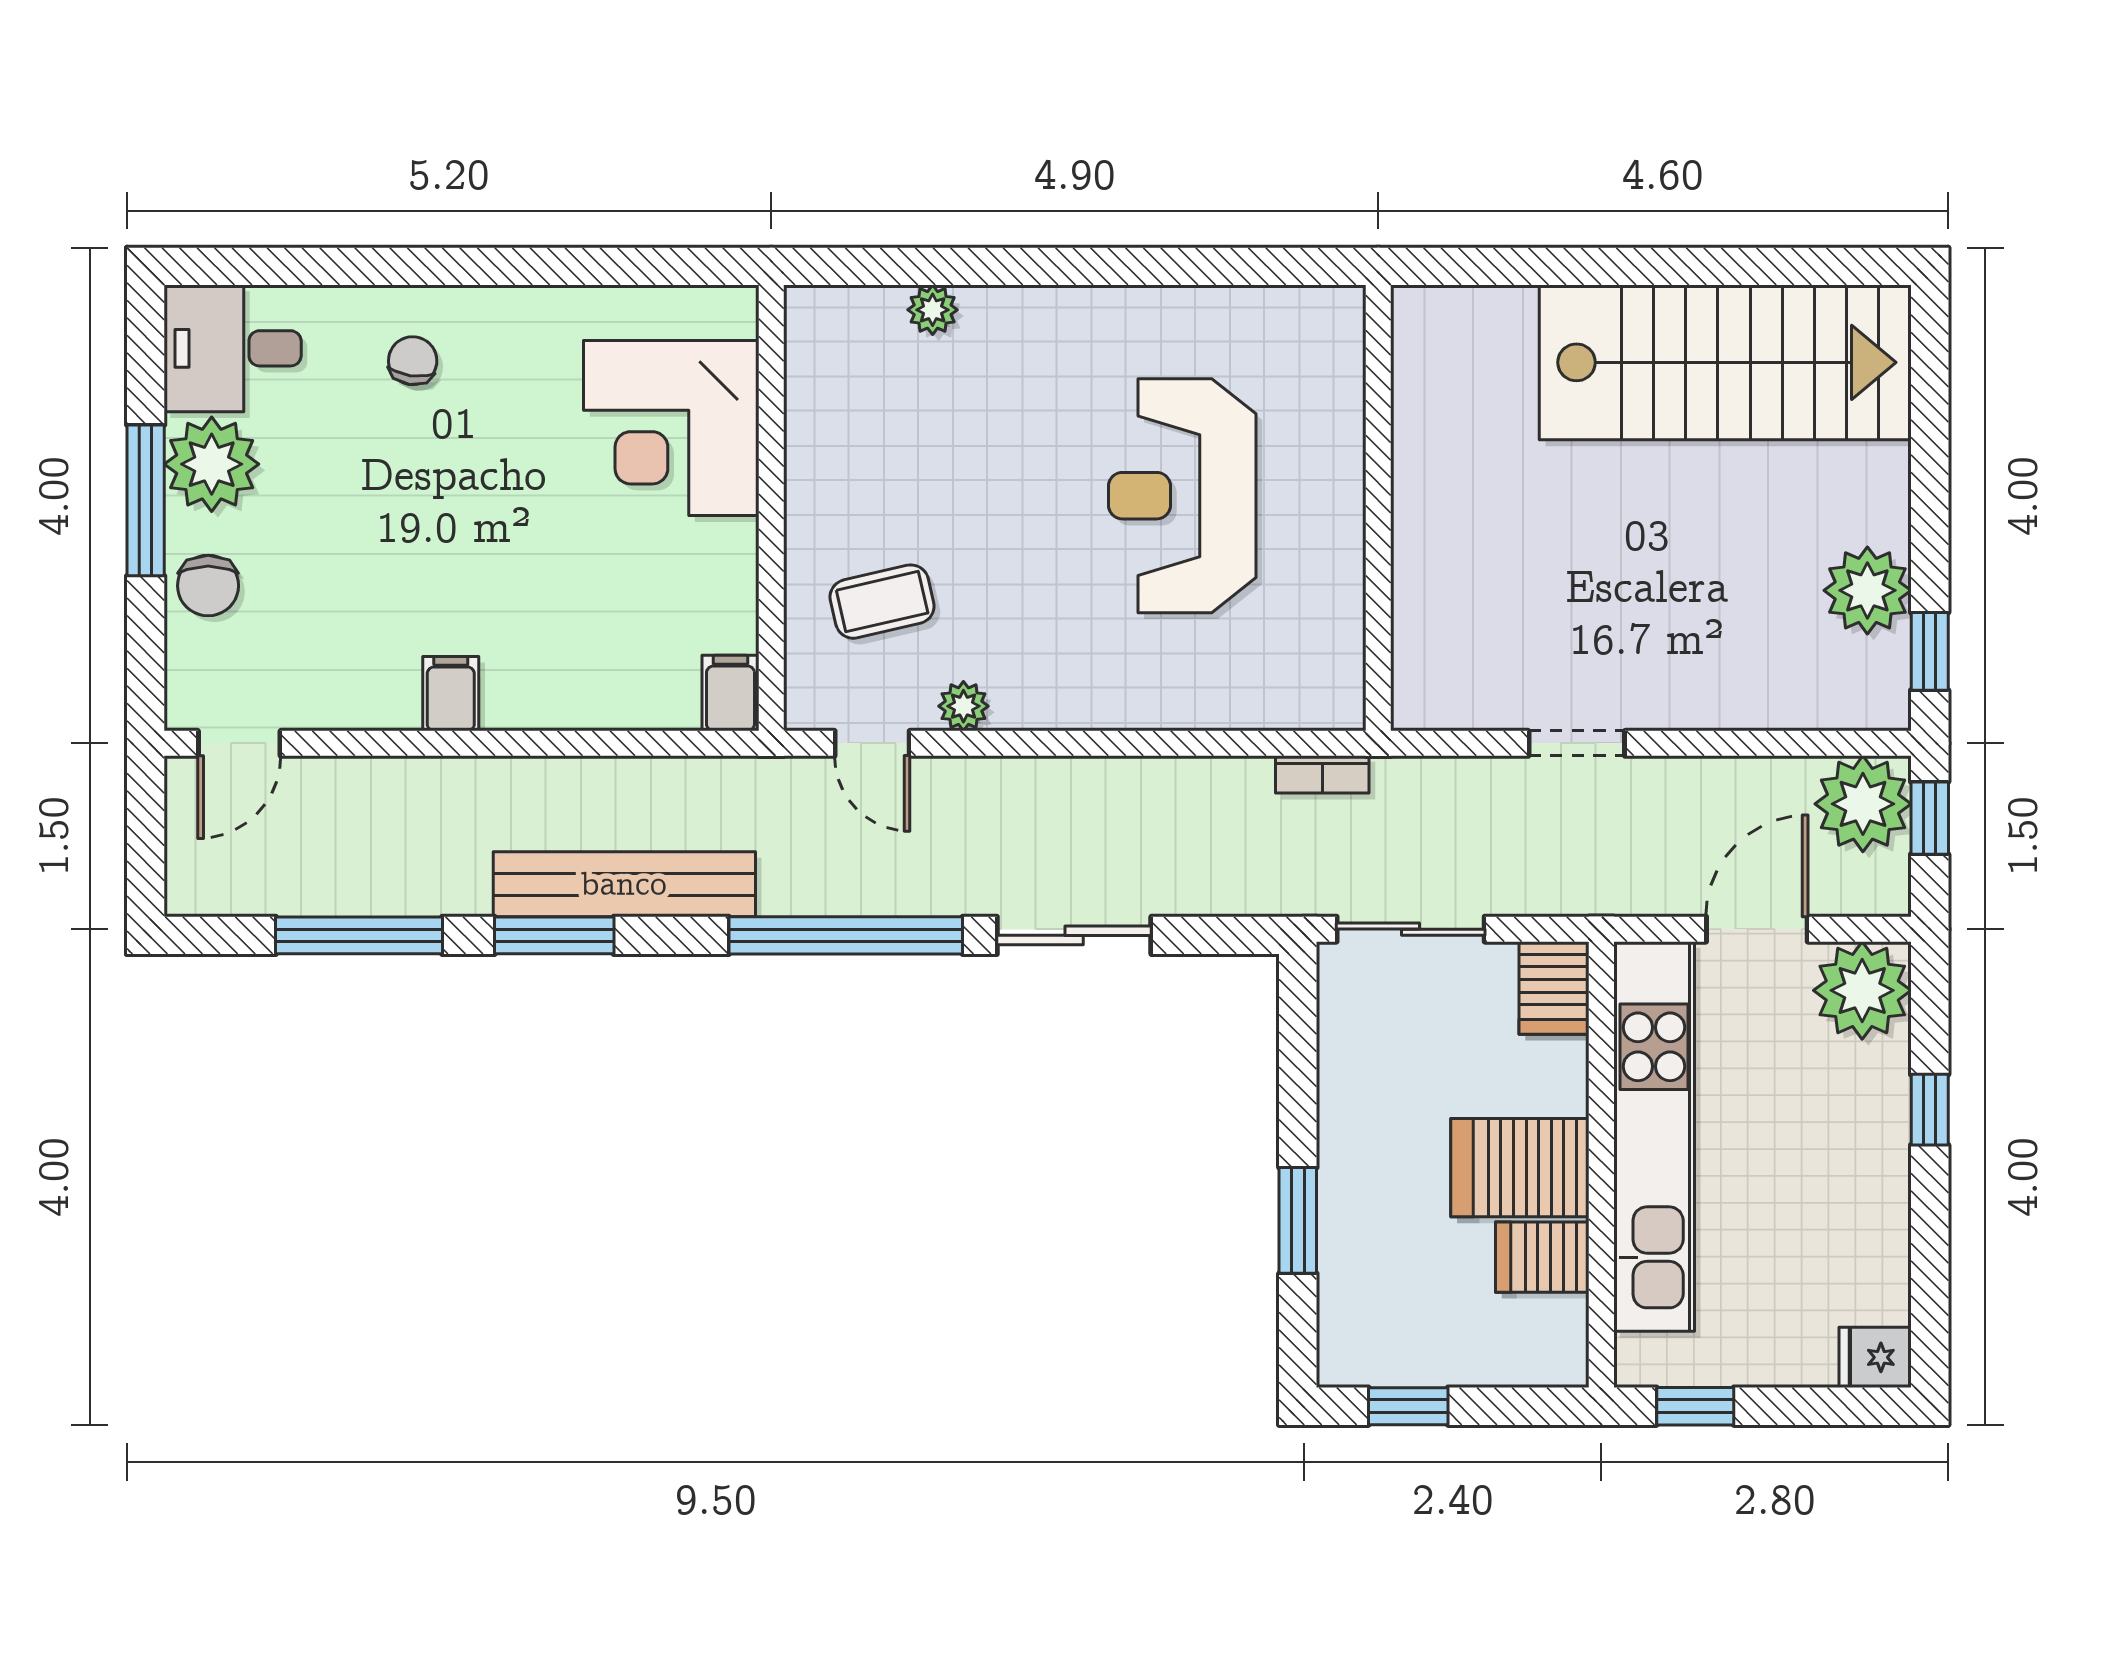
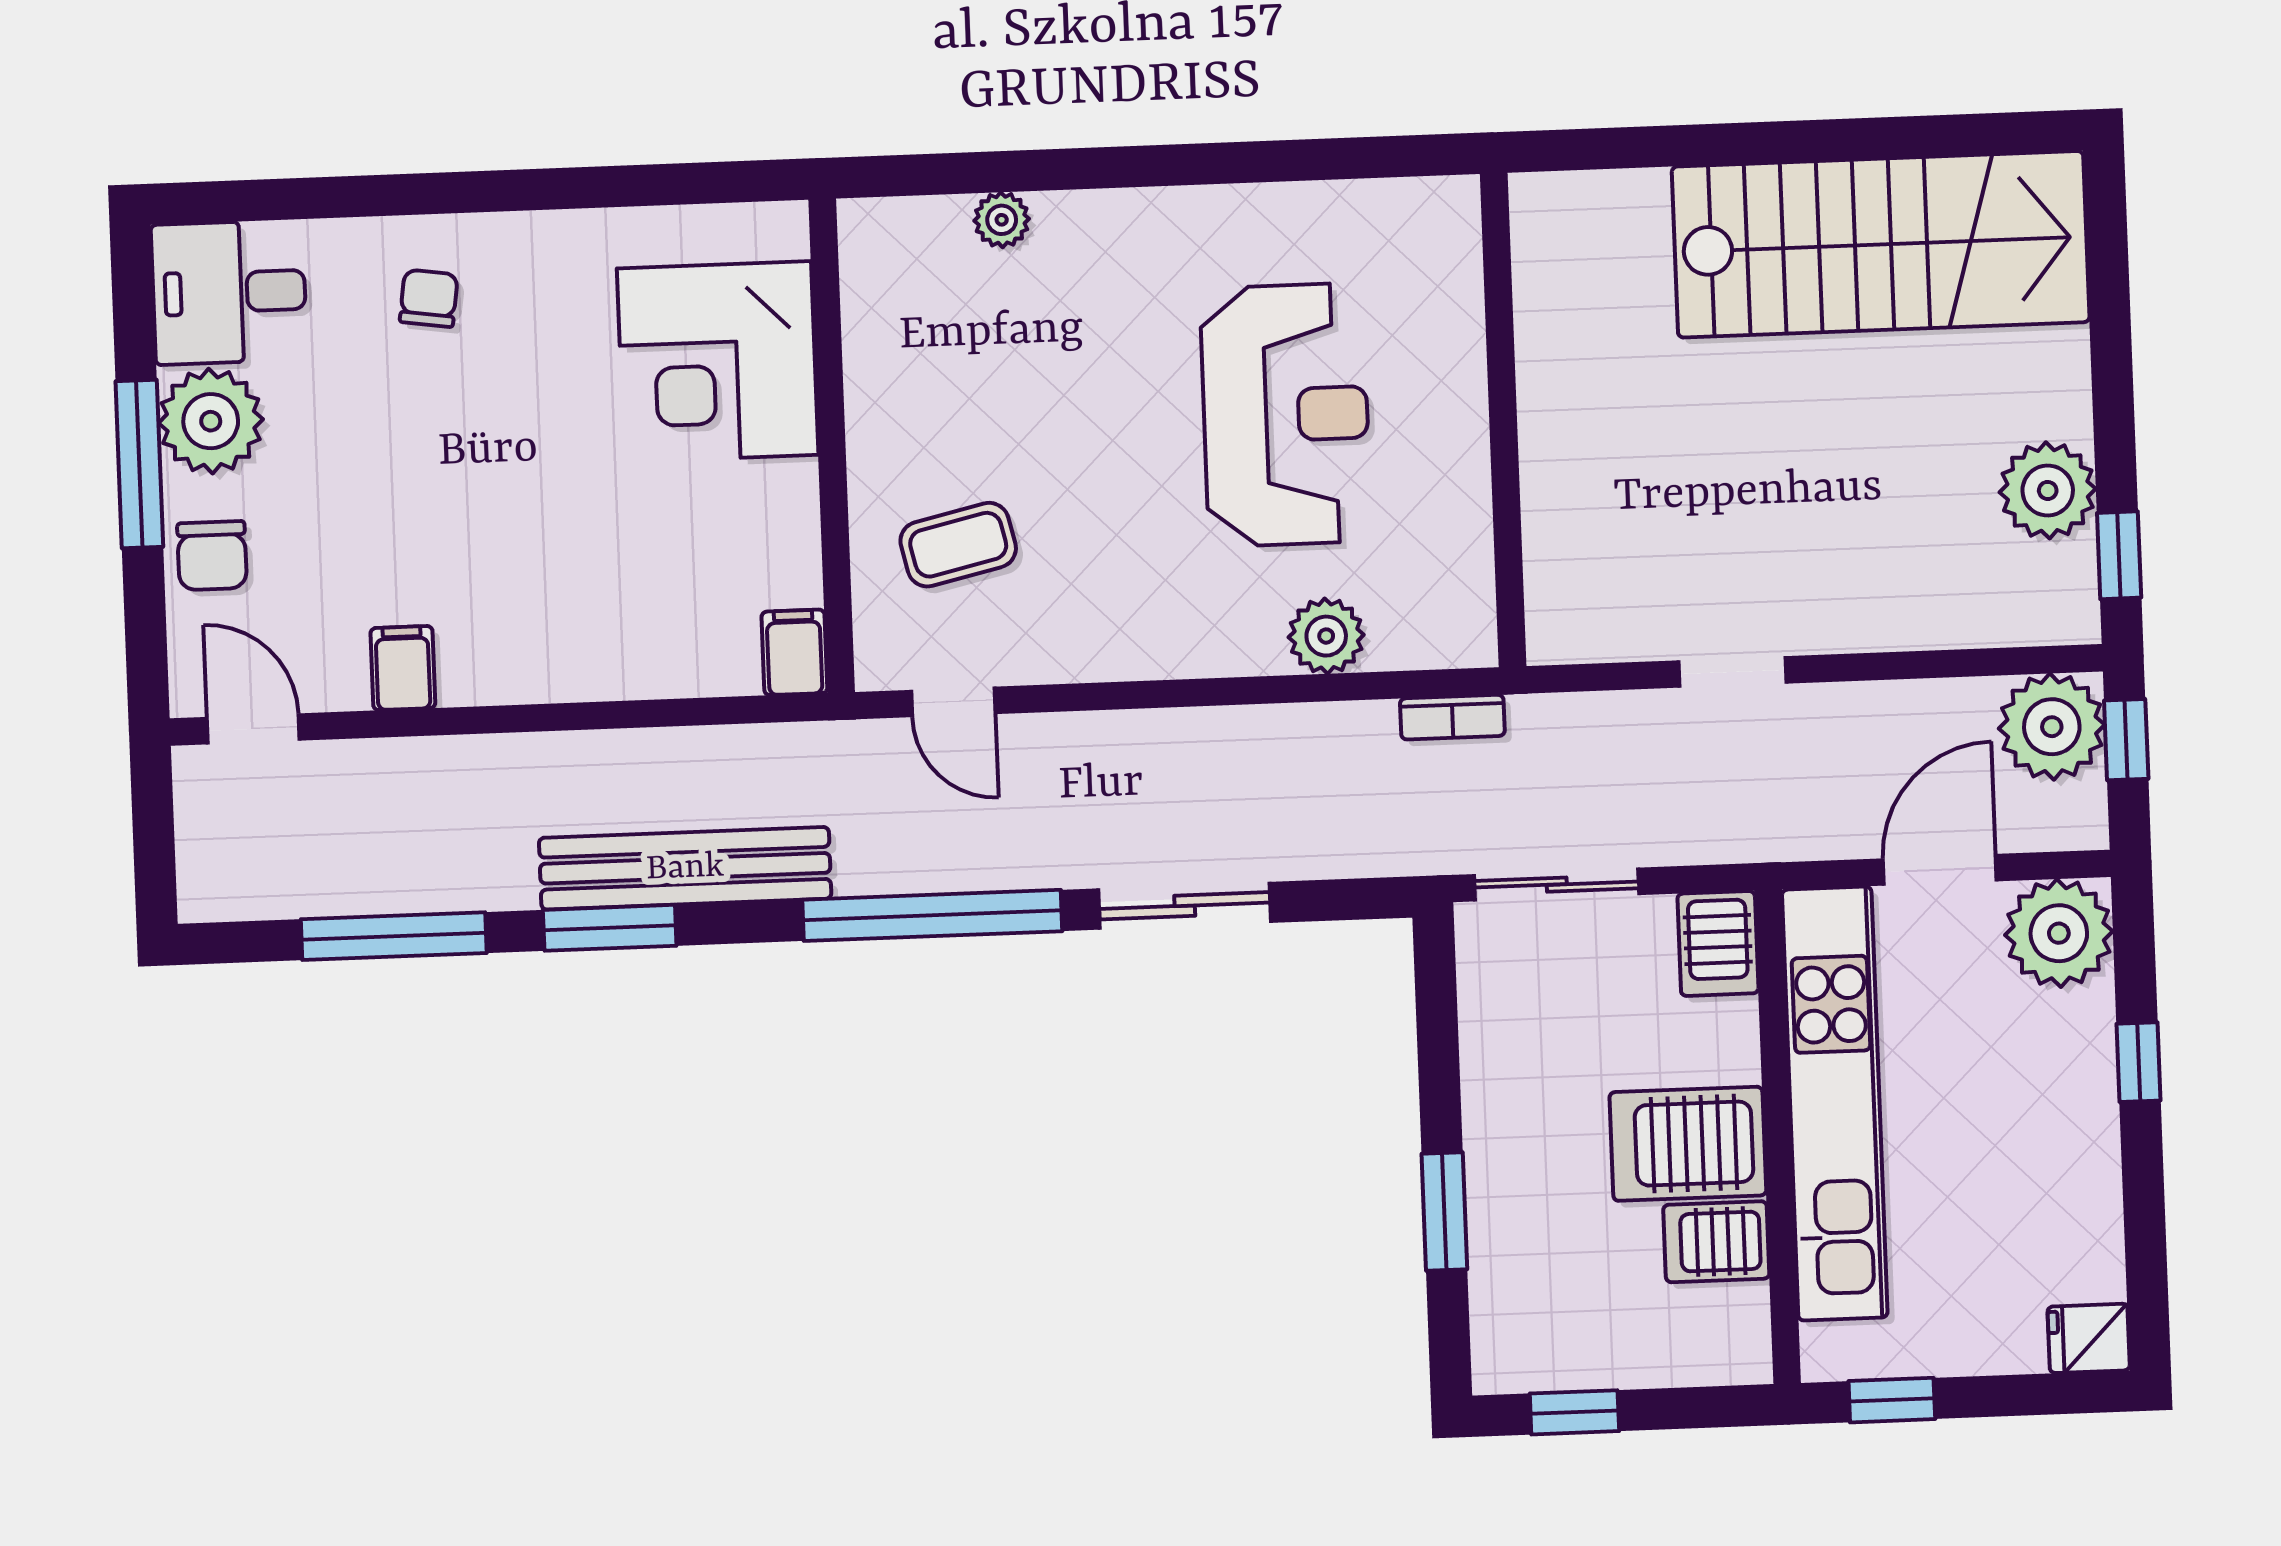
reception desk: (1182, 496) -> (1286, 415), turned 180
filing cabinet: (451, 694) -> (403, 668), moved
plant: (963, 706) -> (1326, 636), moved, width x1.38, depth x1.38
door: (239, 743) -> (253, 729), swing flipped

